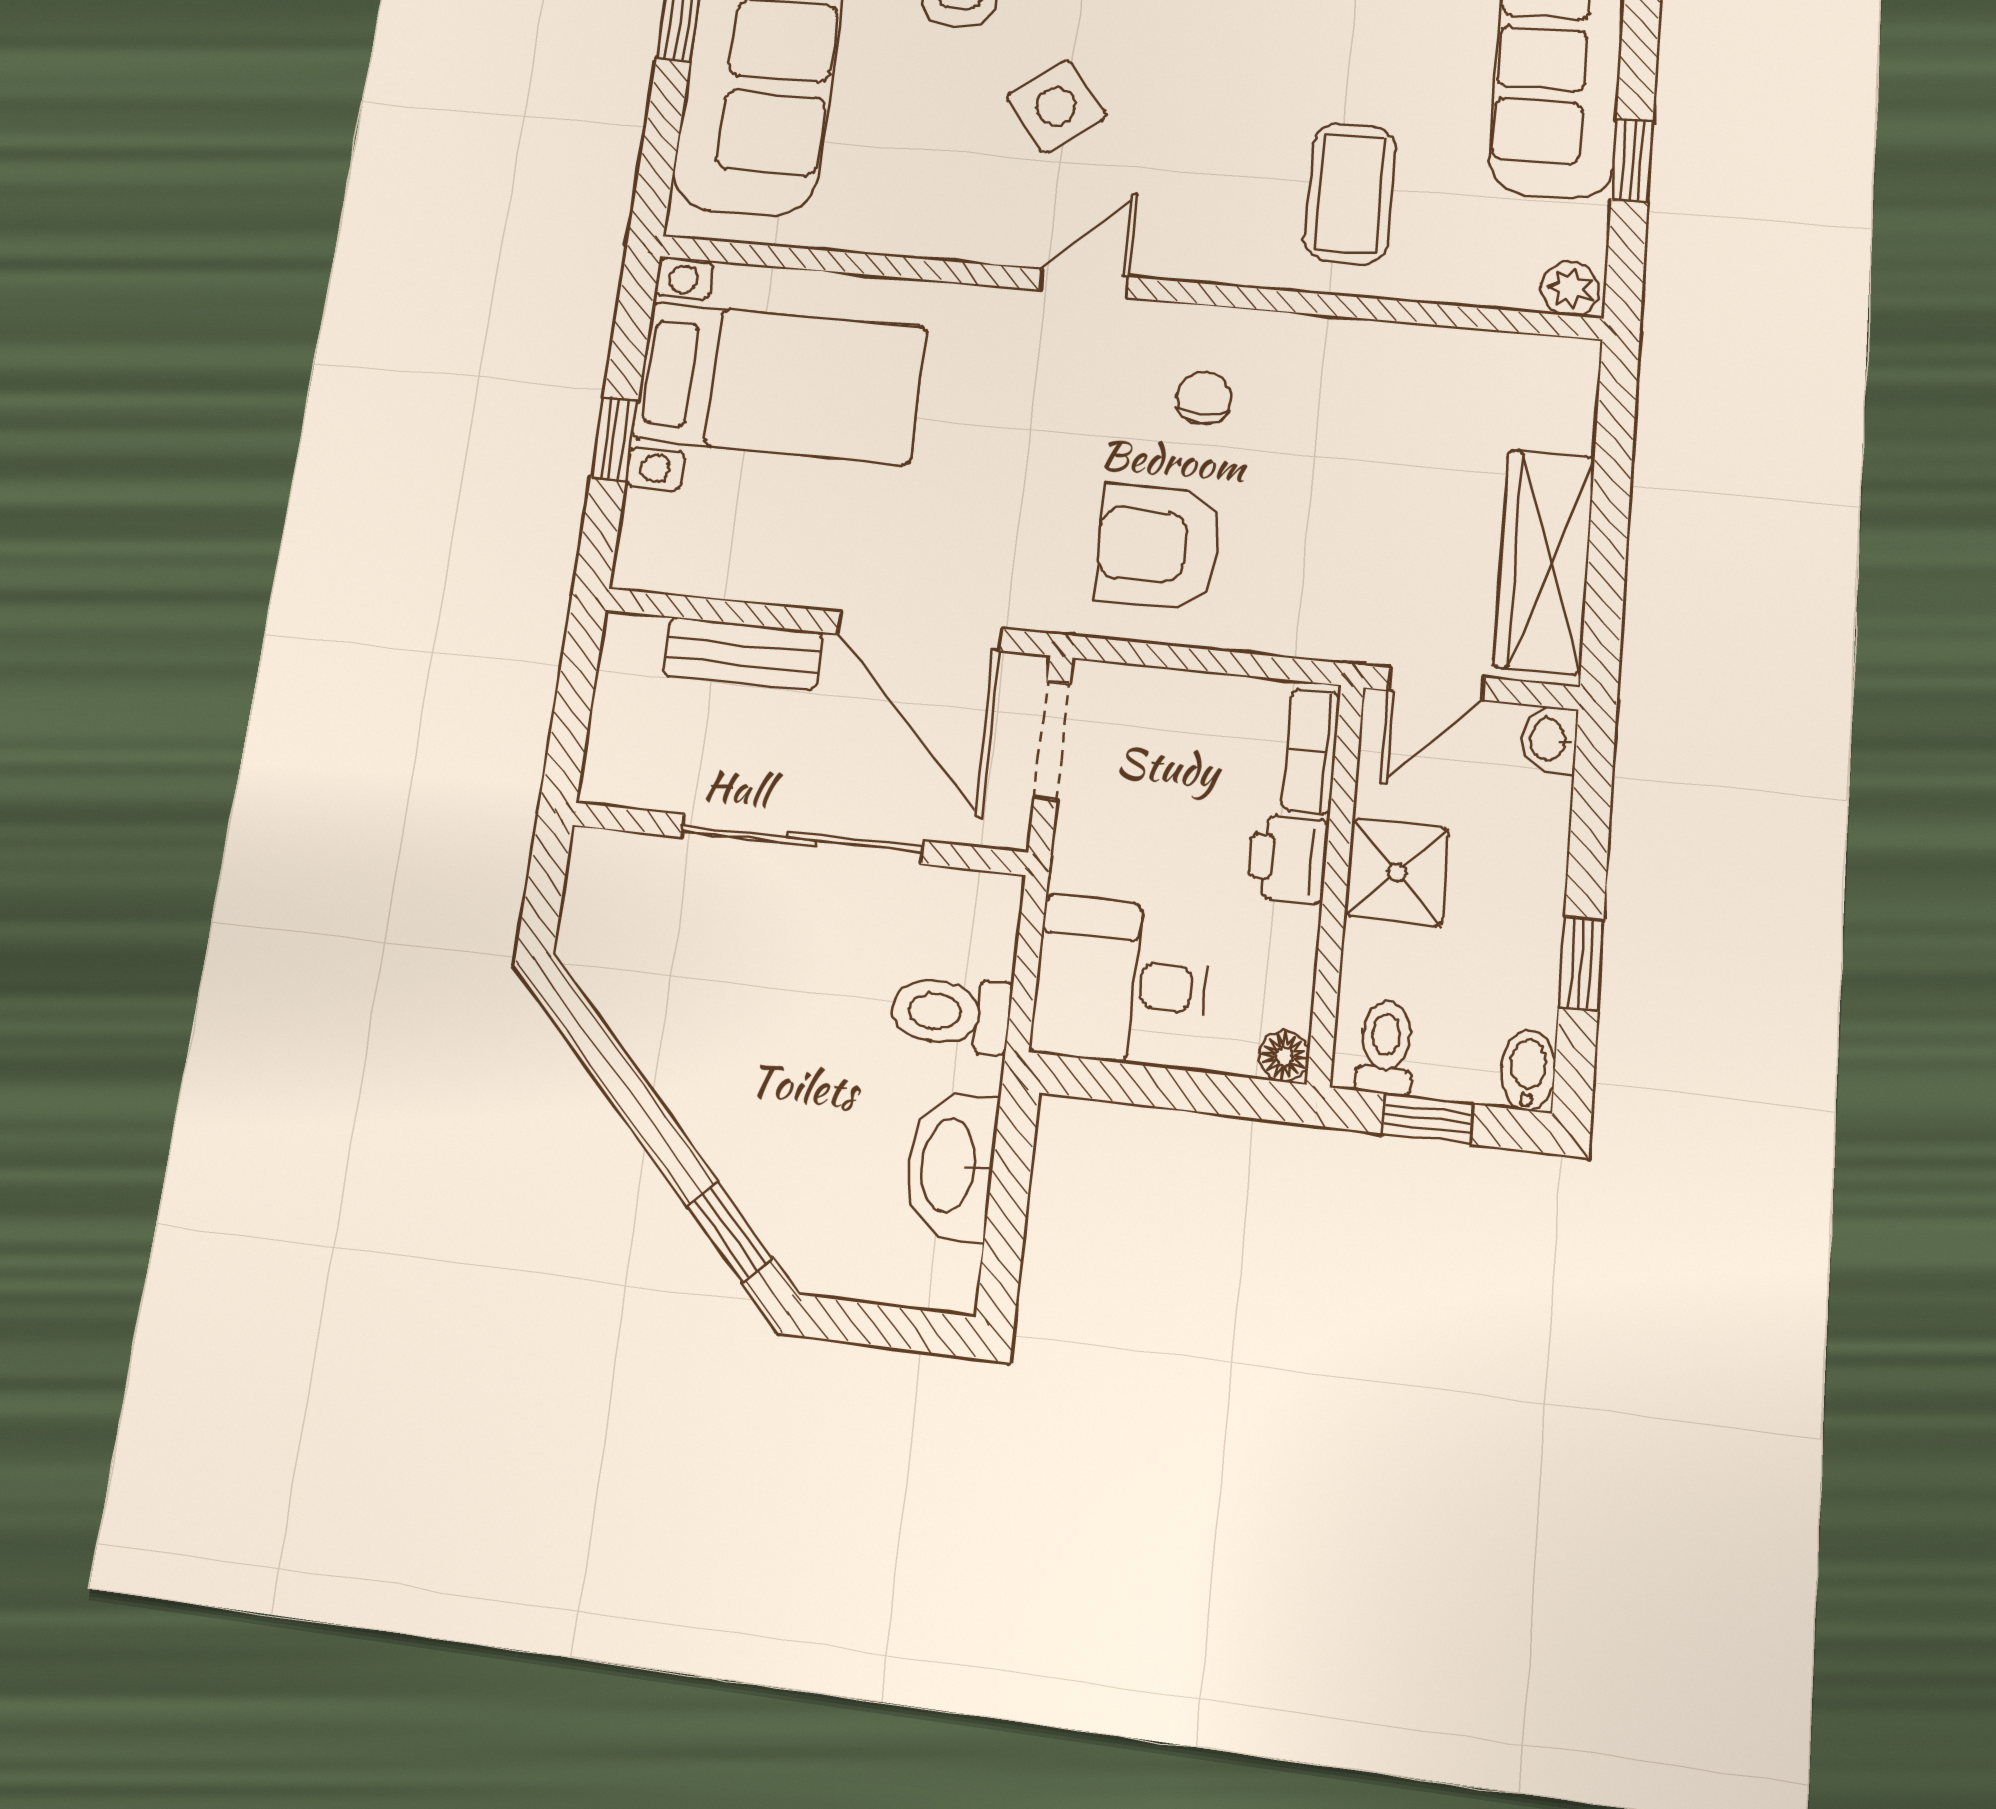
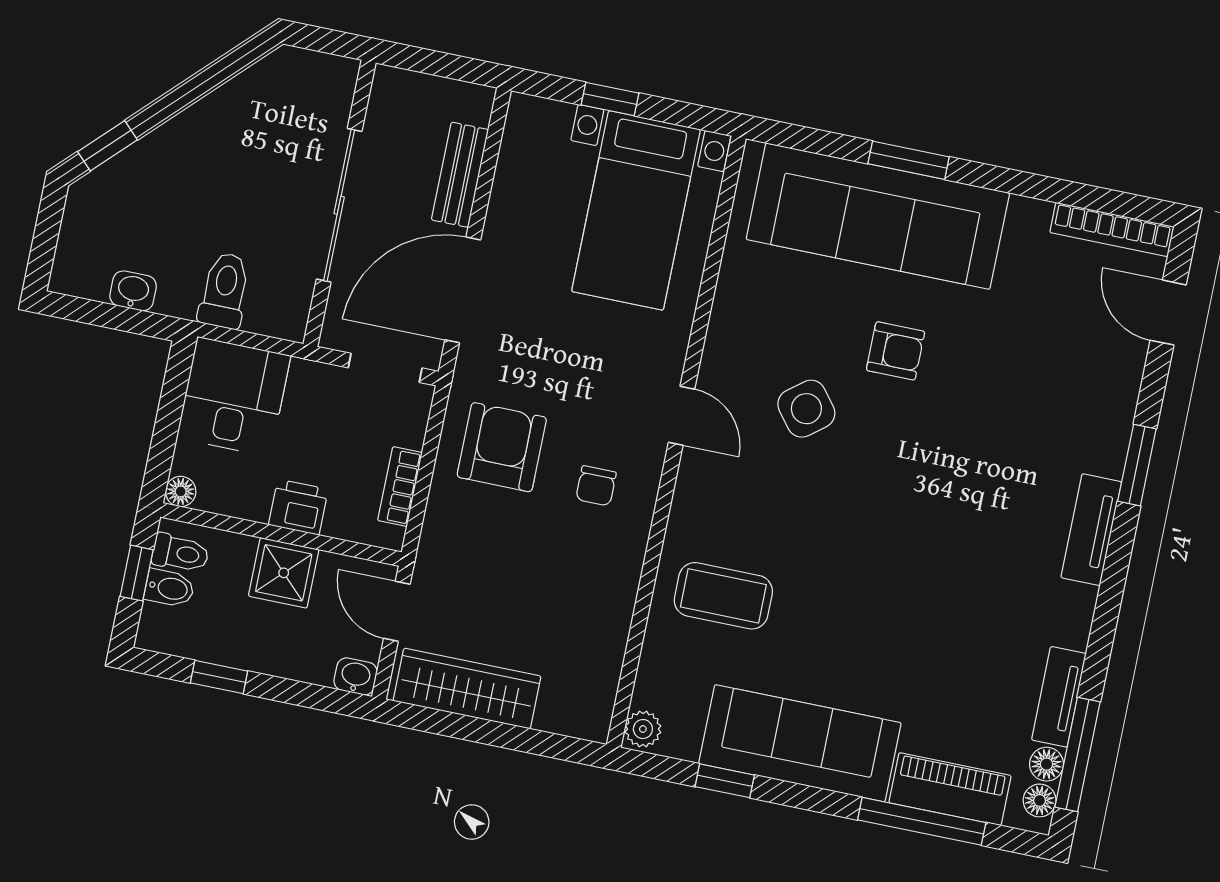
chair: (1204, 398) -> (596, 486), turned 90
bookcase: (1311, 751) -> (400, 487), moved, turned -90
bidet: (1528, 1070) -> (169, 588), moved
washbasin: (950, 1166) -> (133, 291), width x0.52, depth x0.69

